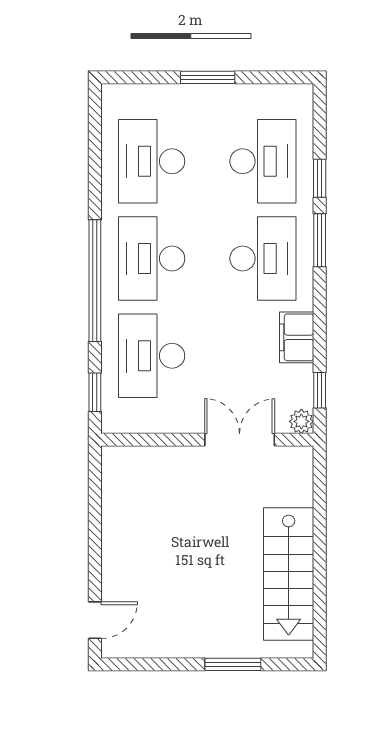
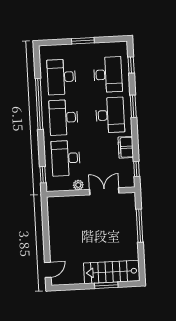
window: (320, 178) -> (131, 65), moved
window: (95, 281) -> (39, 104), moved
plant: (301, 421) -> (78, 185), moved
window: (320, 526) -> (140, 226), added
stairs: (289, 574) -> (112, 272), moved, turned 90

